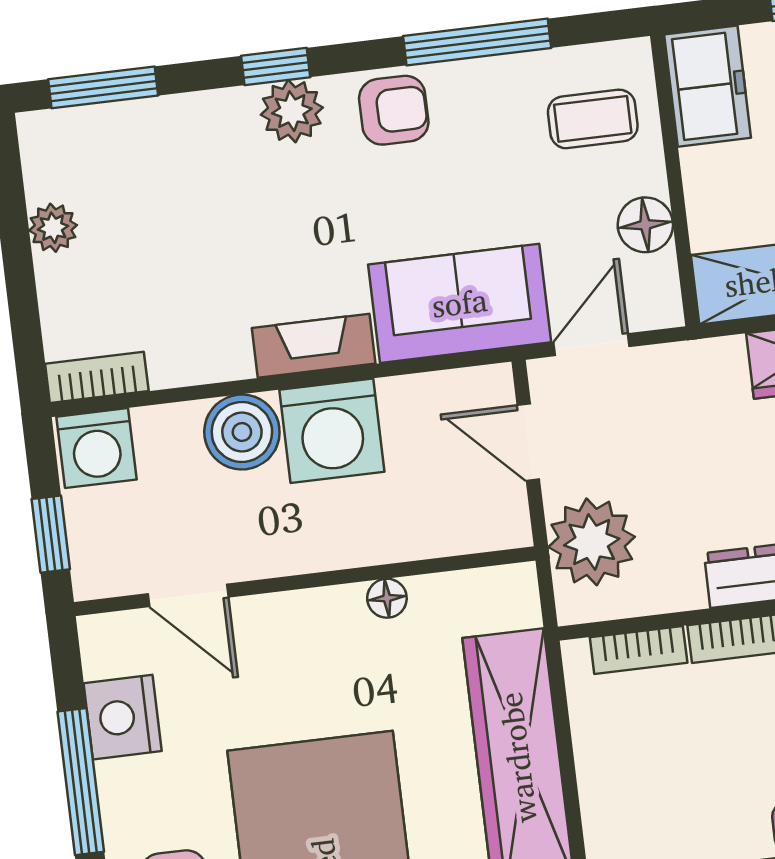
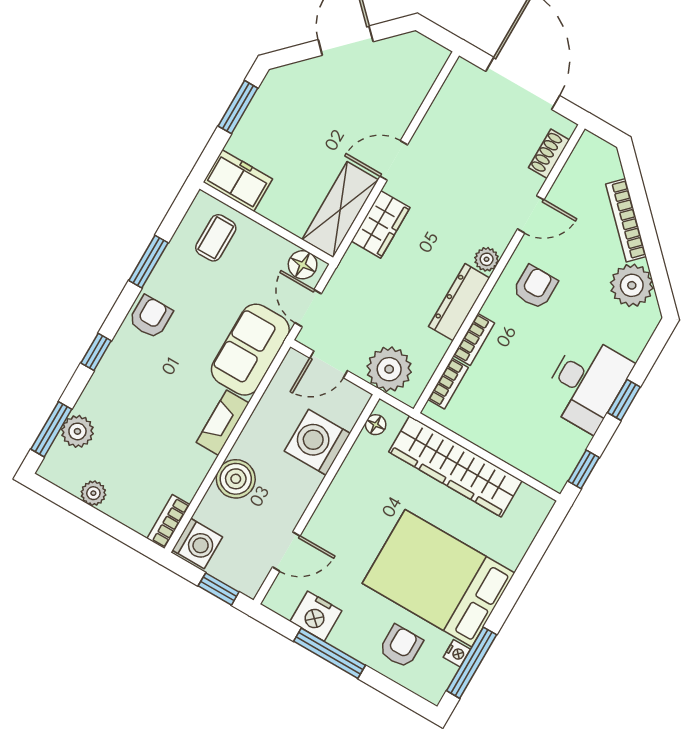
window: (477, 42) -> (148, 262), width x0.69
plant: (292, 111) -> (77, 431), moved
floor lamp: (645, 225) -> (303, 265), moved
washing machine: (332, 431) -> (317, 442), moved, turned 180
floor lamp: (387, 598) -> (376, 425), moved

